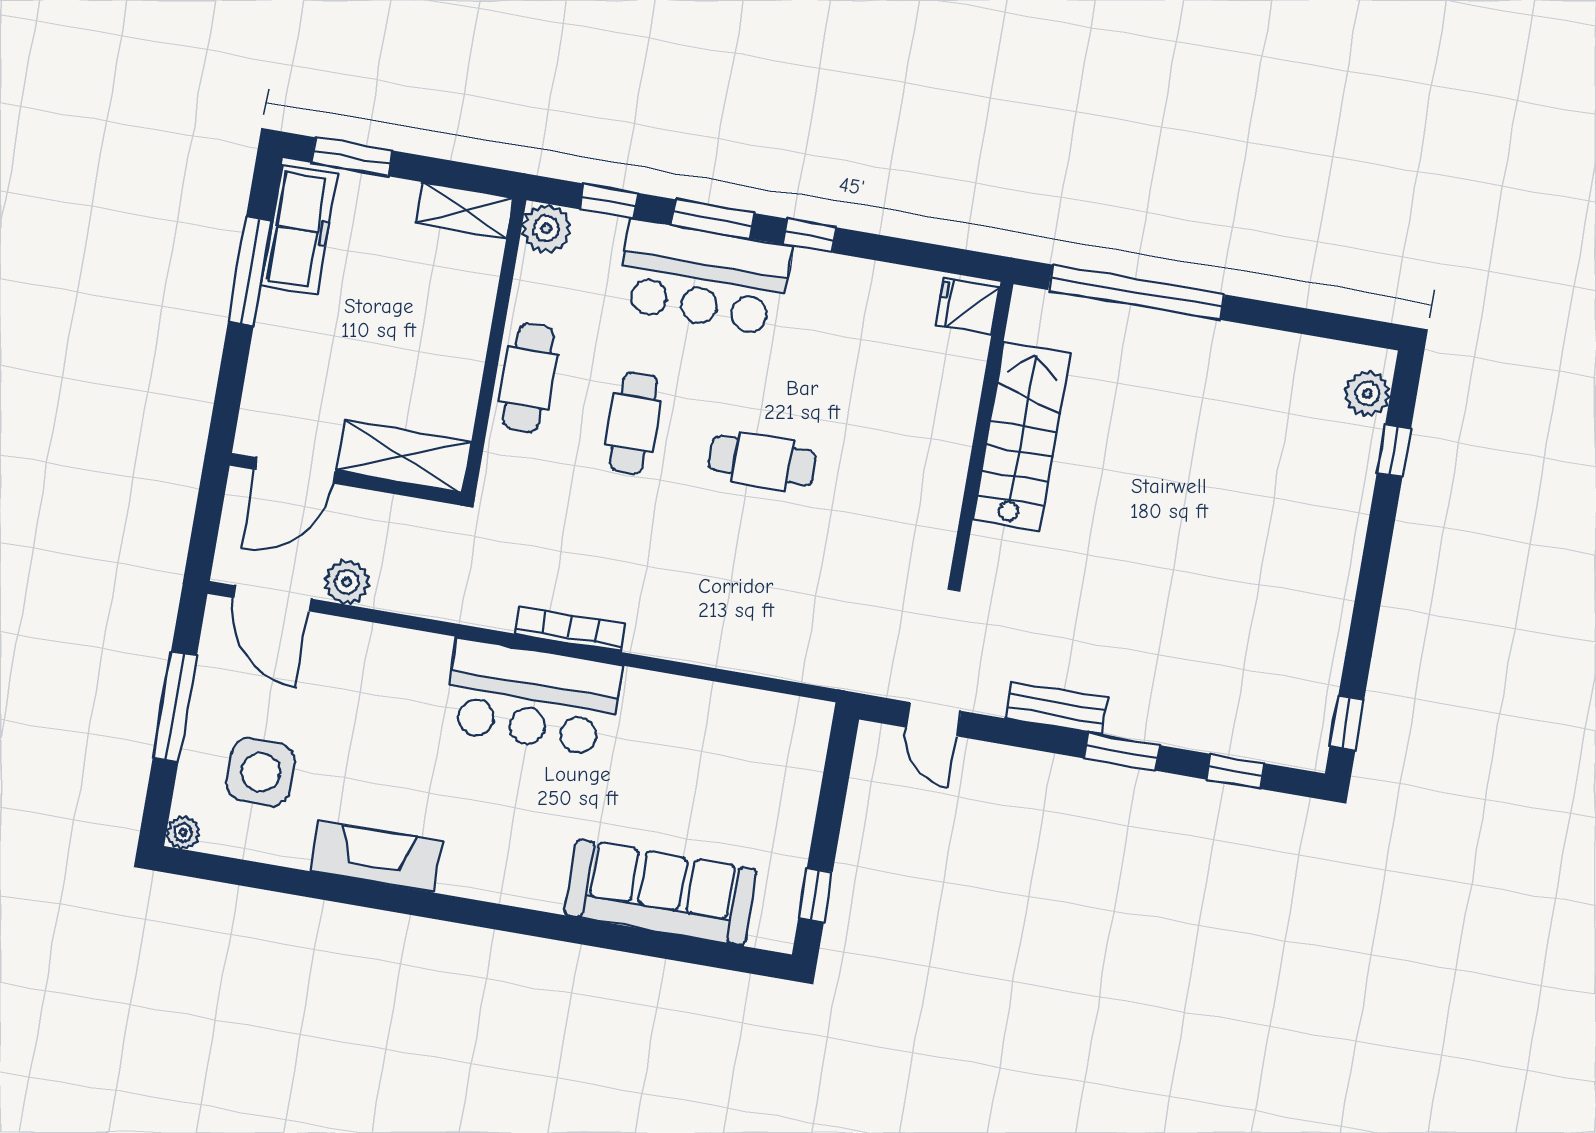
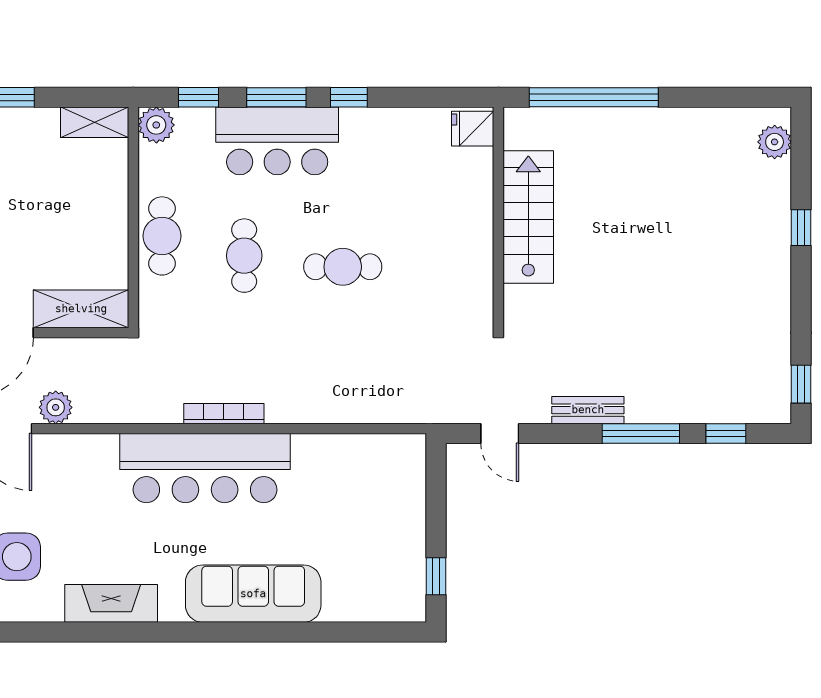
window: (1394, 451) -> (801, 228), moved
bar counter: (532, 698) -> (205, 468), width x1.36
window: (1122, 752) -> (641, 433), width x1.44
sofa: (661, 892) -> (253, 594), moved

